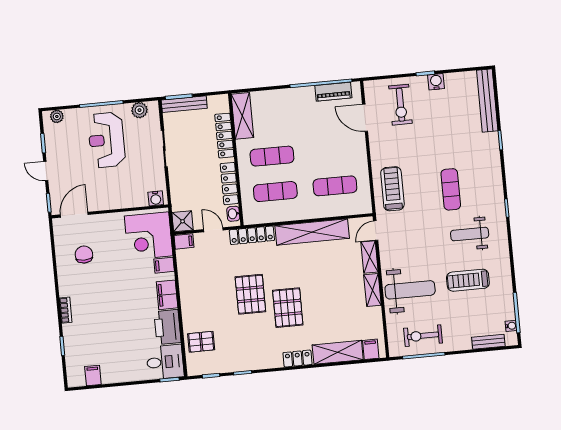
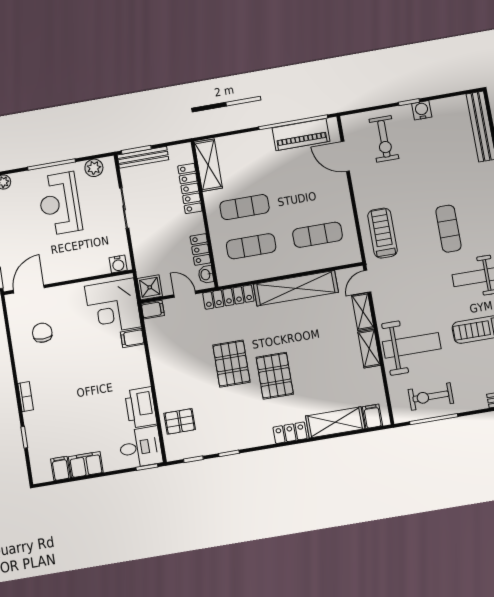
piano: (333, 92) -> (301, 135), width x1.37, depth x1.33
locker: (229, 184) -> (200, 249), width x0.66
filing cabinet: (167, 295) -> (86, 465), moved, turned 90

